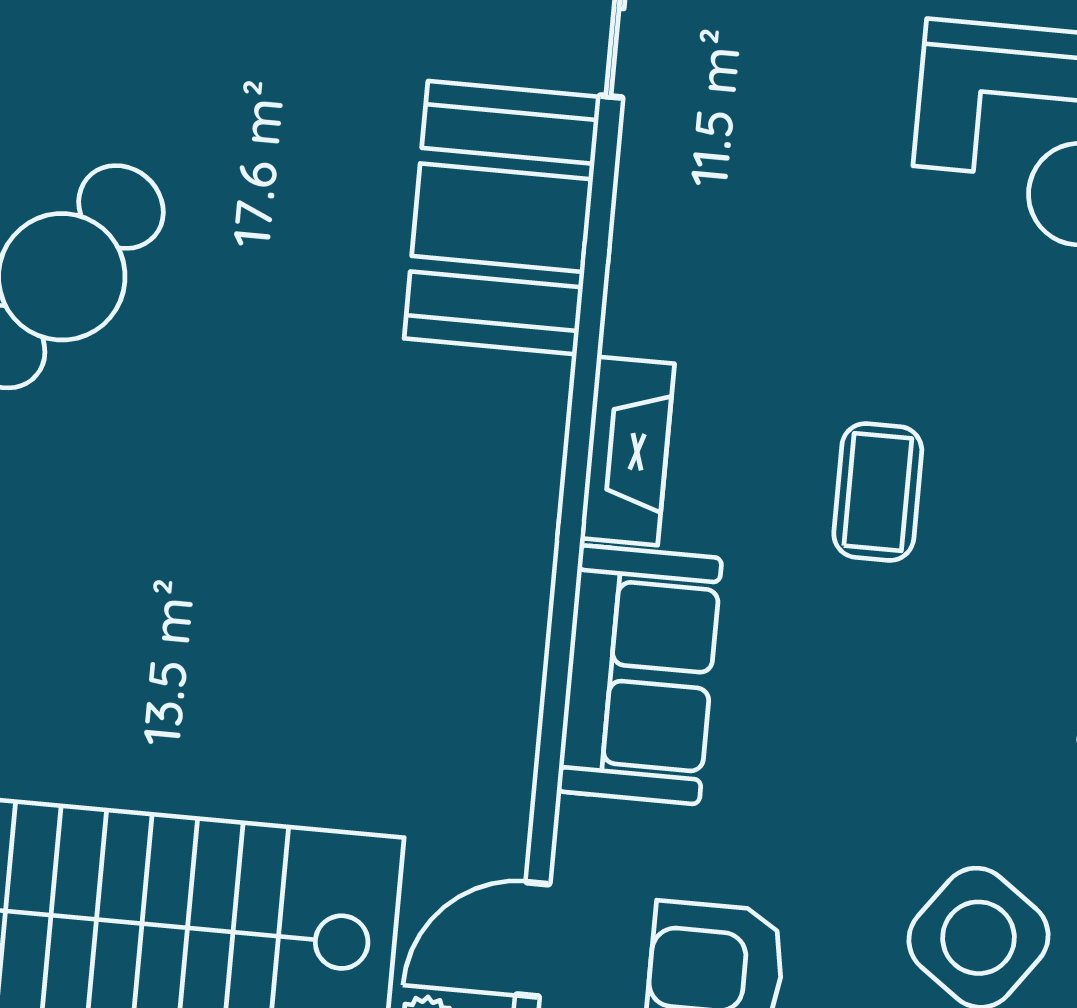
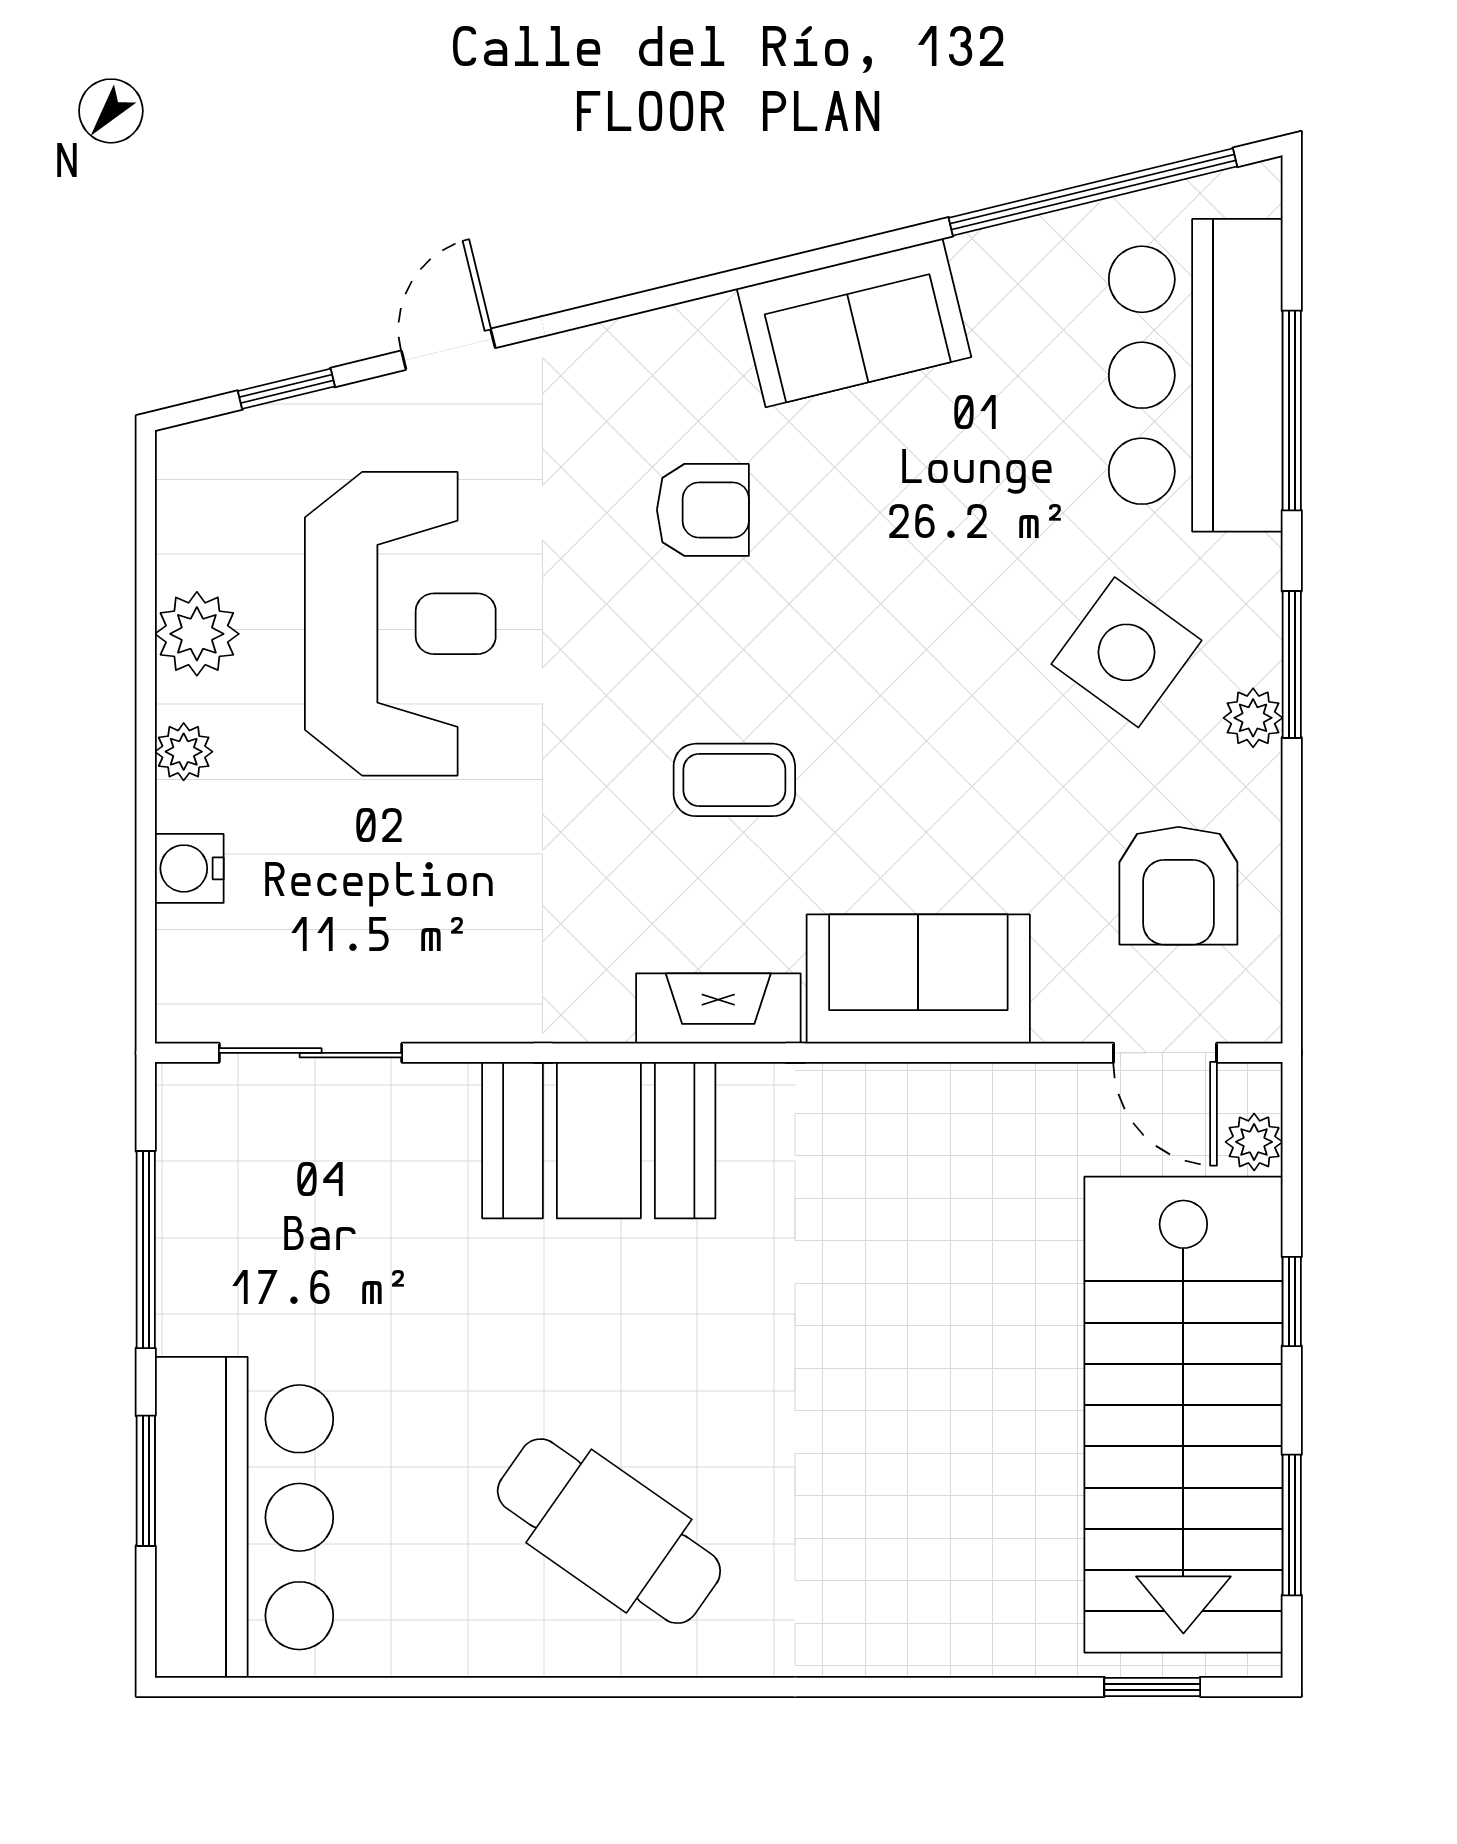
booth: (502, 218) -> (599, 1140), moved

